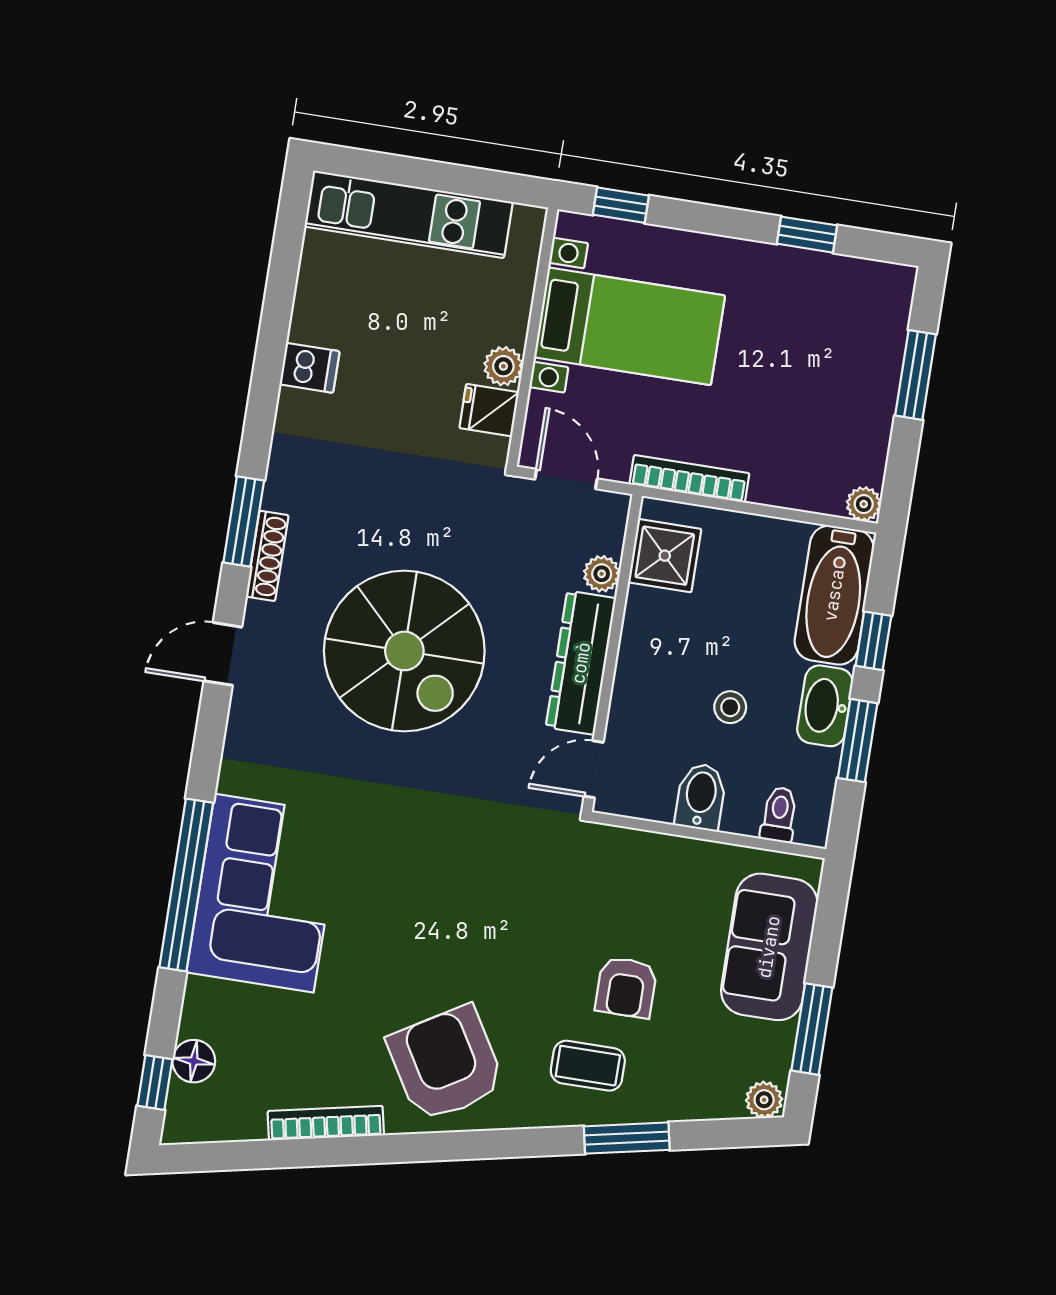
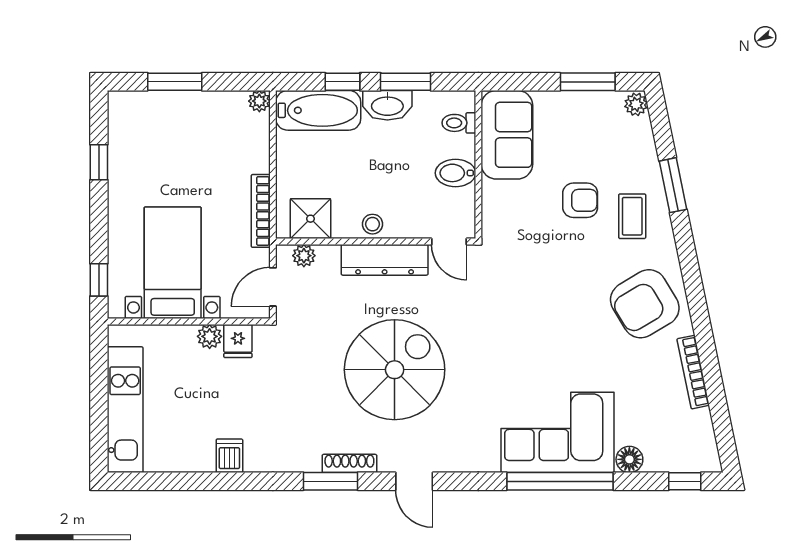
plant: (602, 574) -> (304, 256), moved
stool: (730, 707) -> (372, 224), moved
sofa: (769, 947) -> (507, 135), moved, turned -90
floor lamp: (194, 1061) -> (629, 459), moved

